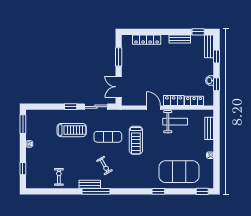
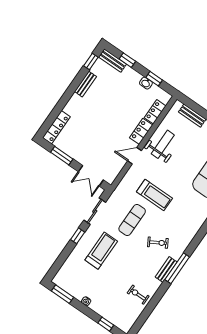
locker: (147, 40) -> (56, 127), moved

